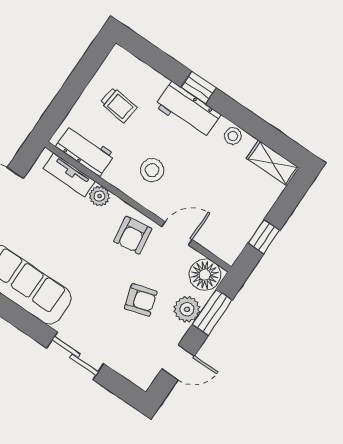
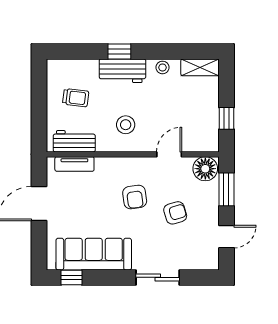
plant: (100, 196) -> (103, 164), removed
armchair: (133, 235) -> (135, 197), moved
plant: (187, 309) -> (209, 199), removed

